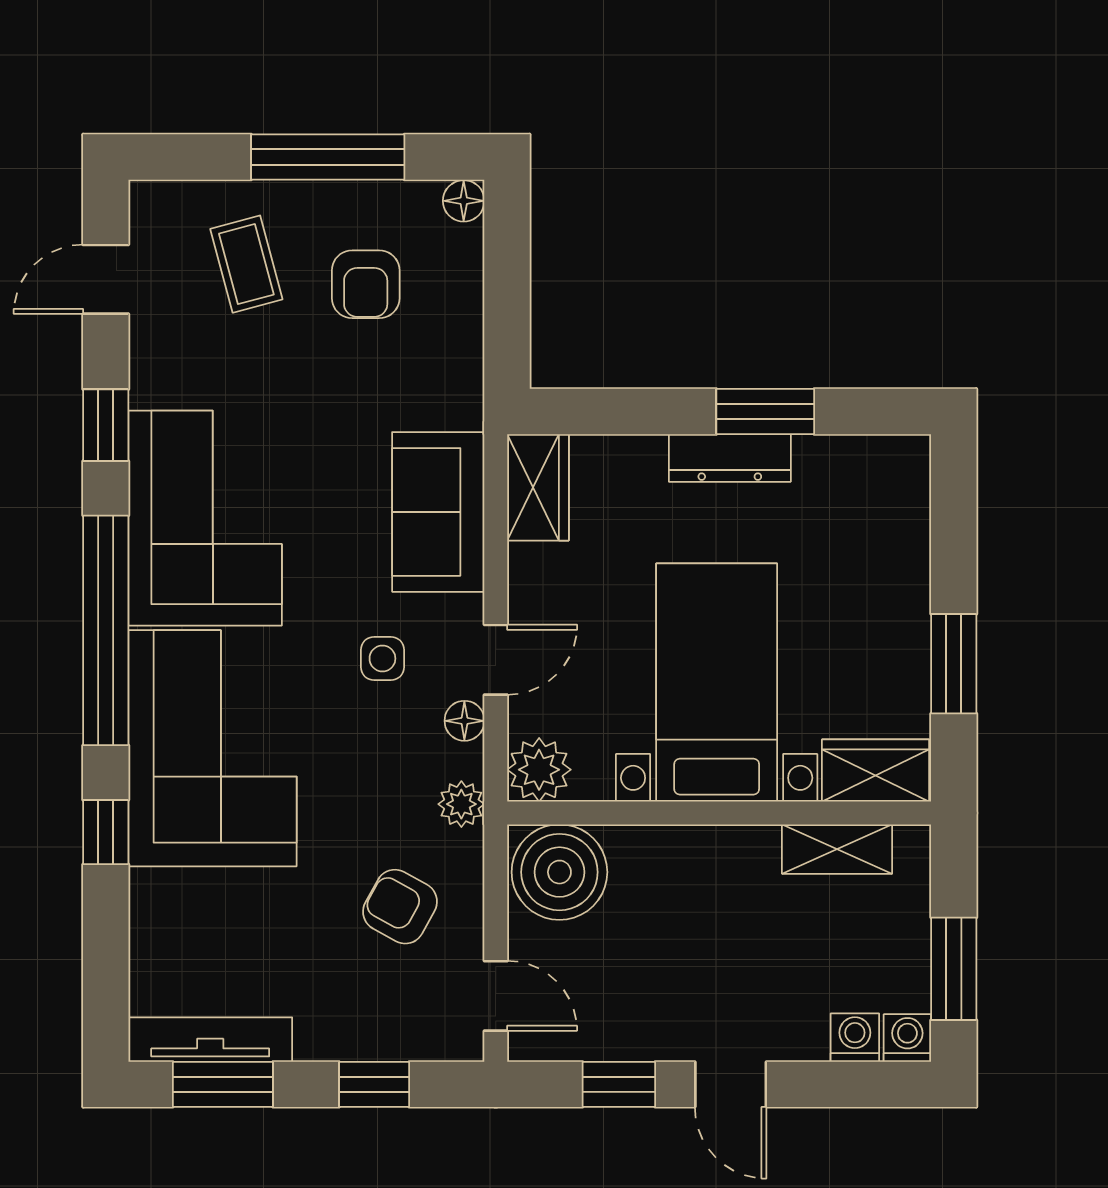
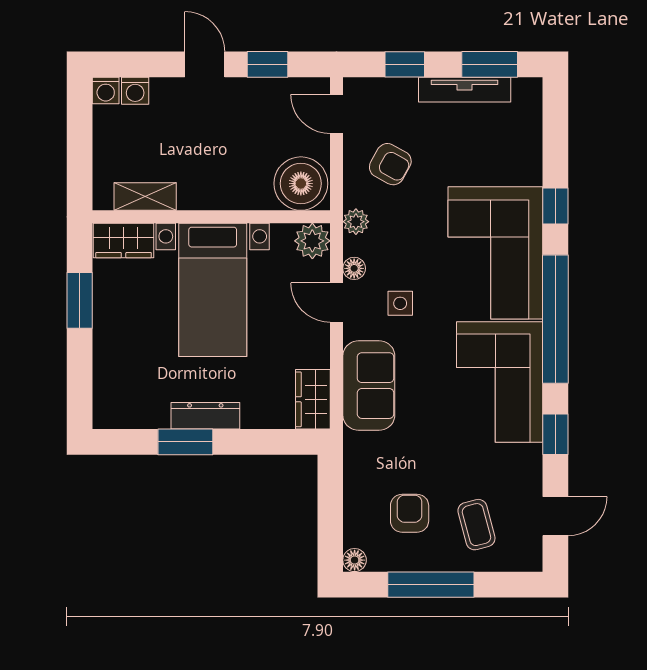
door: (496, 660) -> (337, 303), hinge flipped
window: (954, 969) -> (80, 129), removed
tv unit: (210, 1040) -> (465, 90), moved

